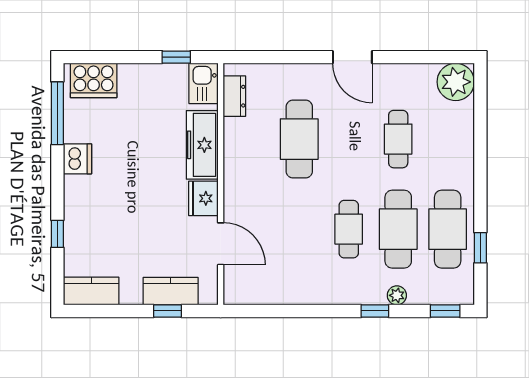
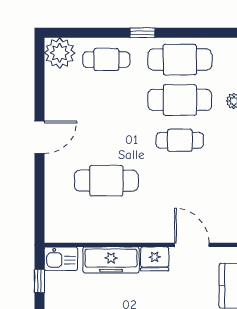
dresser: (234, 96) -> (71, 234), removed
cafe table: (398, 139) -> (106, 60), moved
door: (221, 244) -> (192, 245), hinge flipped
window: (480, 248) -> (143, 33), moved

